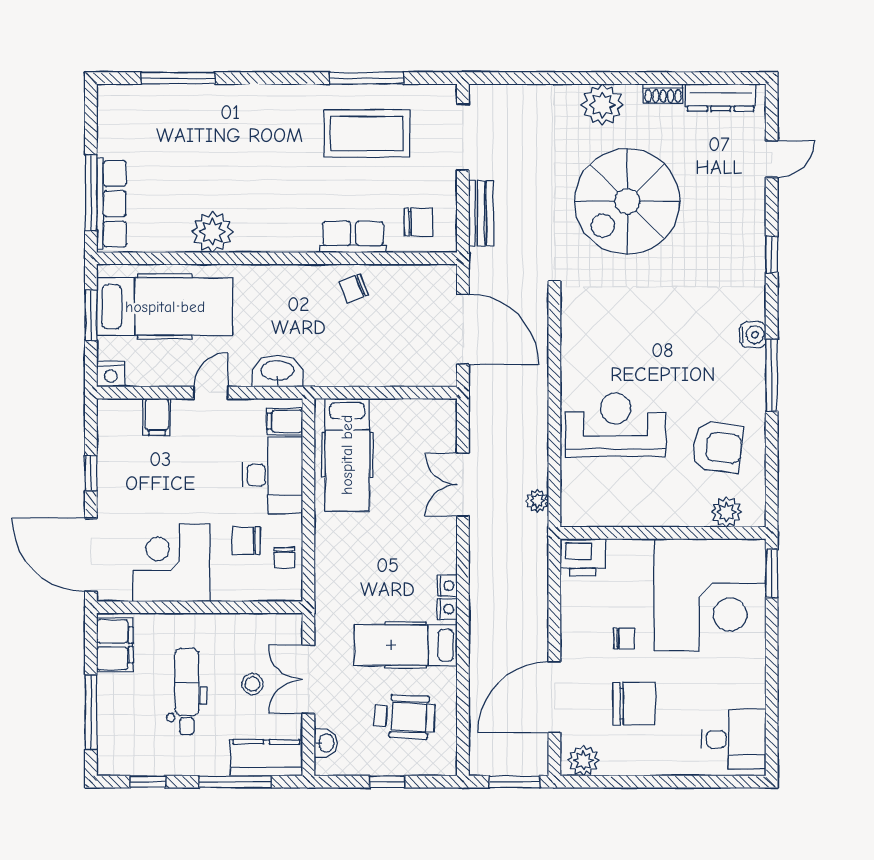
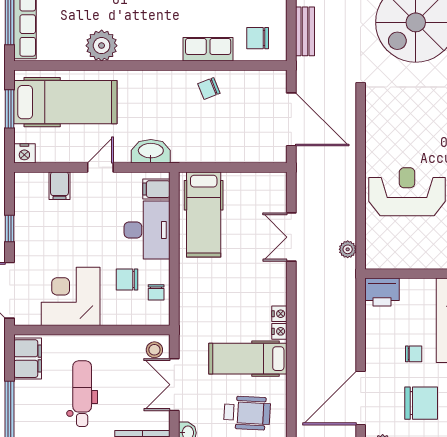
chair: (418, 222) -> (258, 38), turned 180
stool: (252, 684) -> (154, 350), moved

